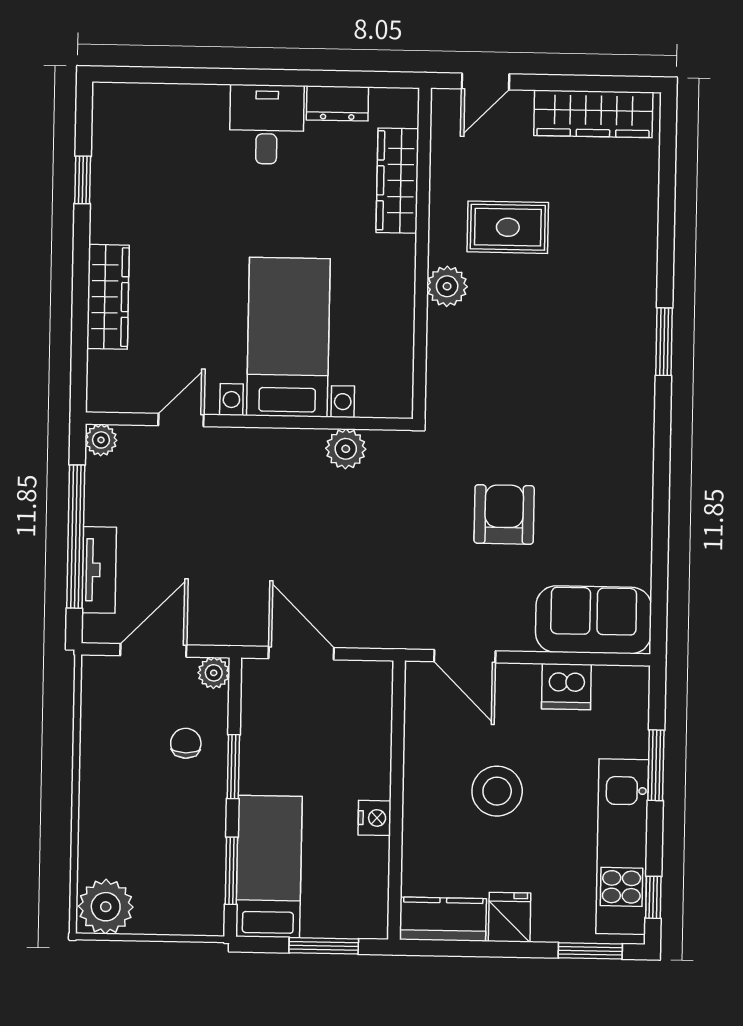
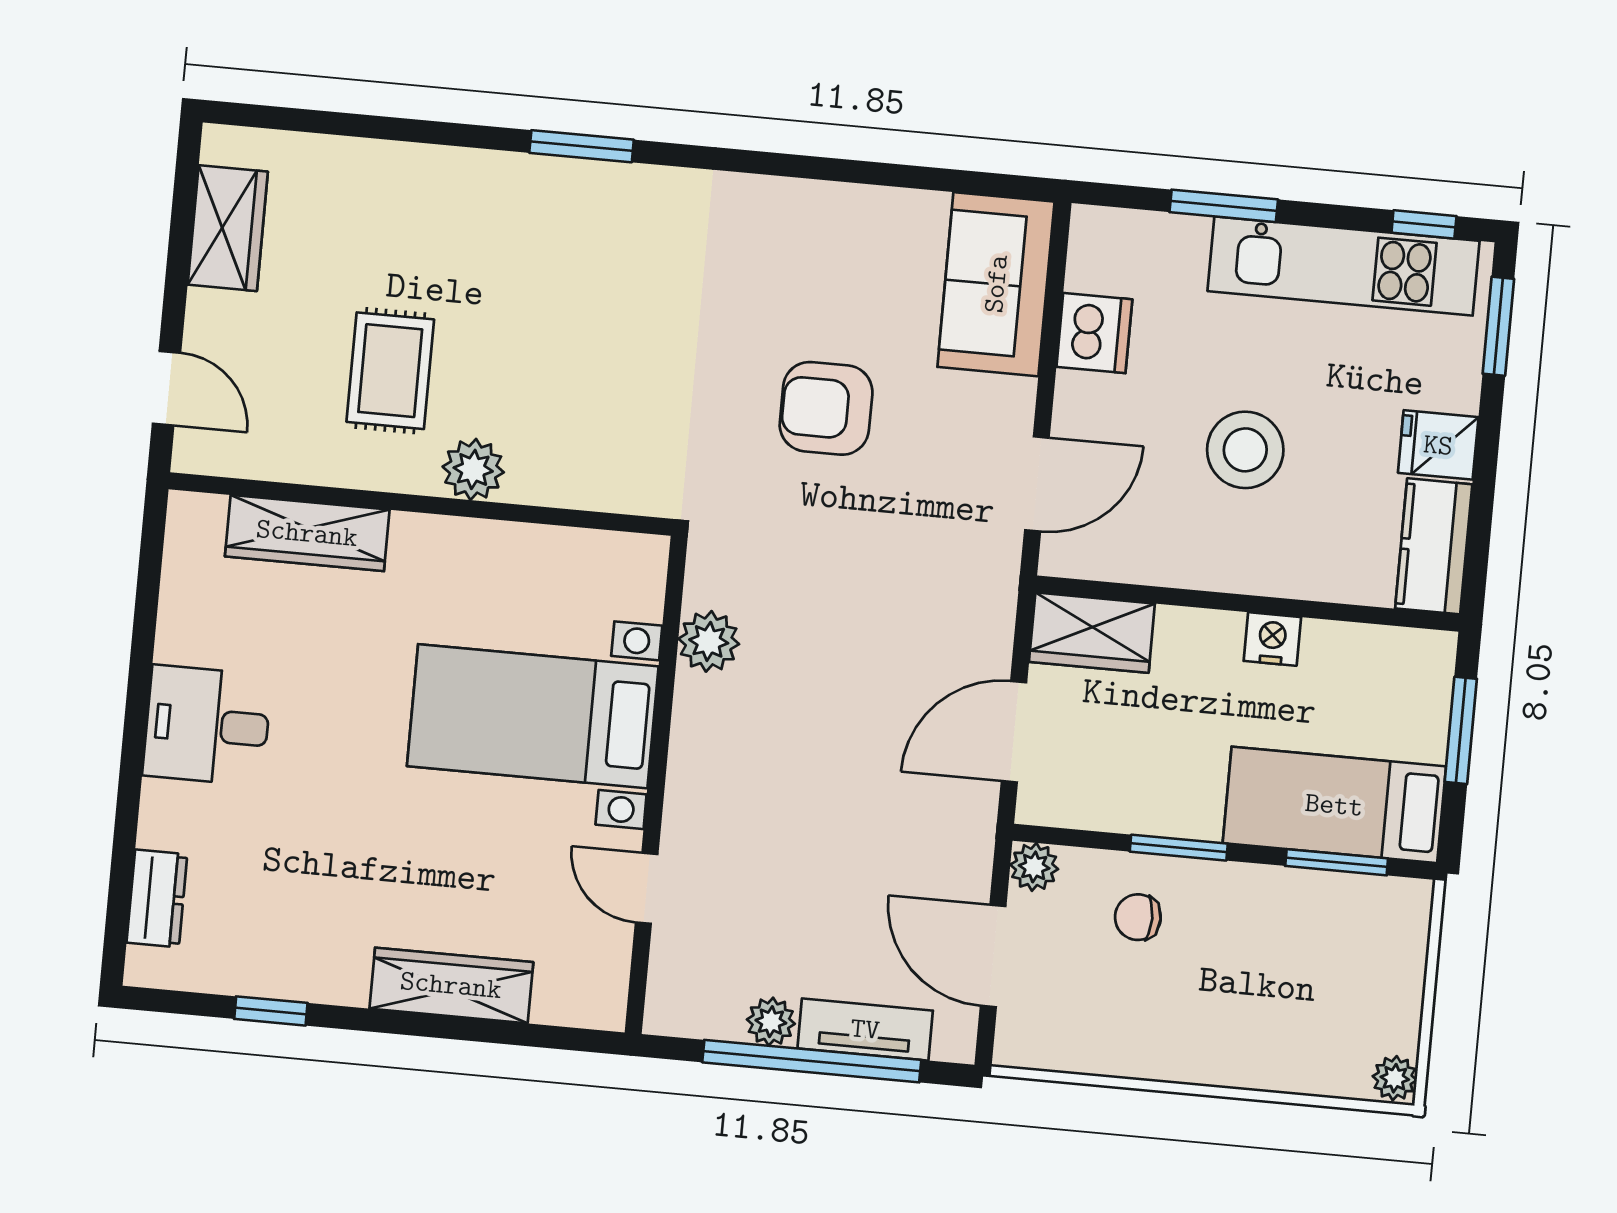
dresser: (337, 103) -> (157, 898), moved
wardrobe: (593, 114) -> (228, 228), width x0.67
plant: (101, 440) -> (771, 1022), moved
wardrobe: (370, 699) -> (1092, 633), added
plant: (106, 907) -> (1395, 1078), width x0.53, depth x0.53

